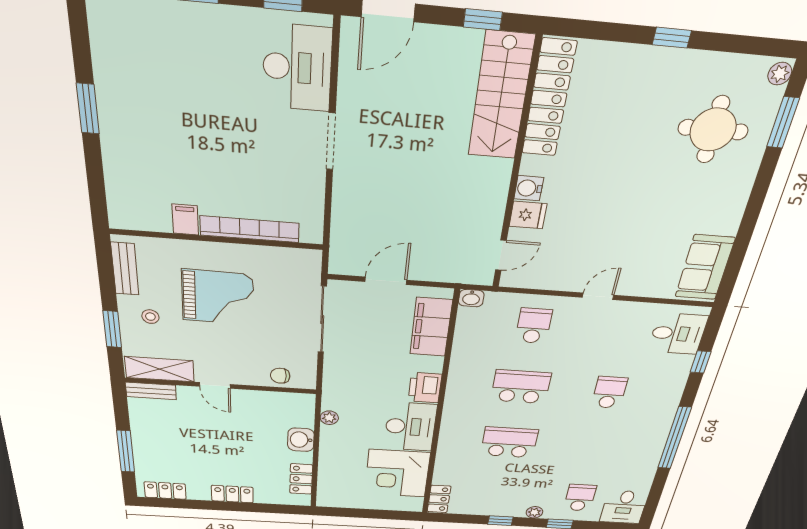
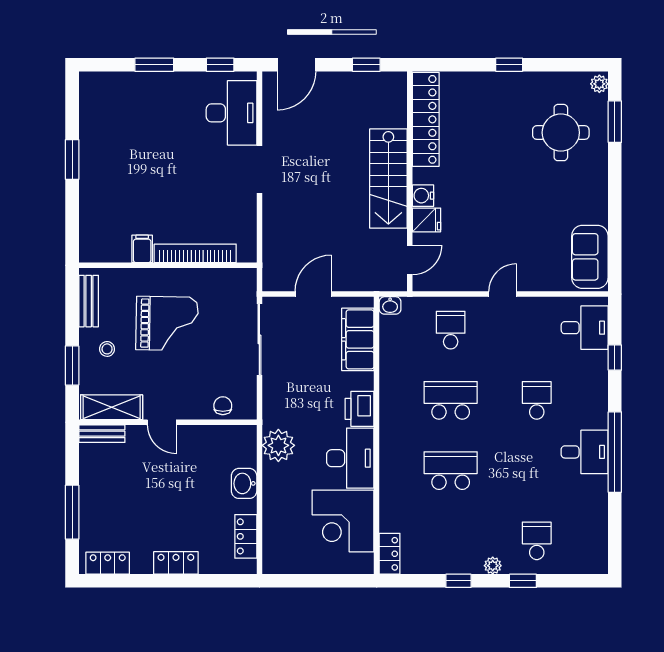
stairs: (501, 96) -> (388, 179), moved
chair: (280, 376) -> (223, 406), turned 90
plant: (329, 418) -> (278, 445), width x1.87, depth x1.87
desk: (624, 507) -> (585, 452), moved, turned -90

